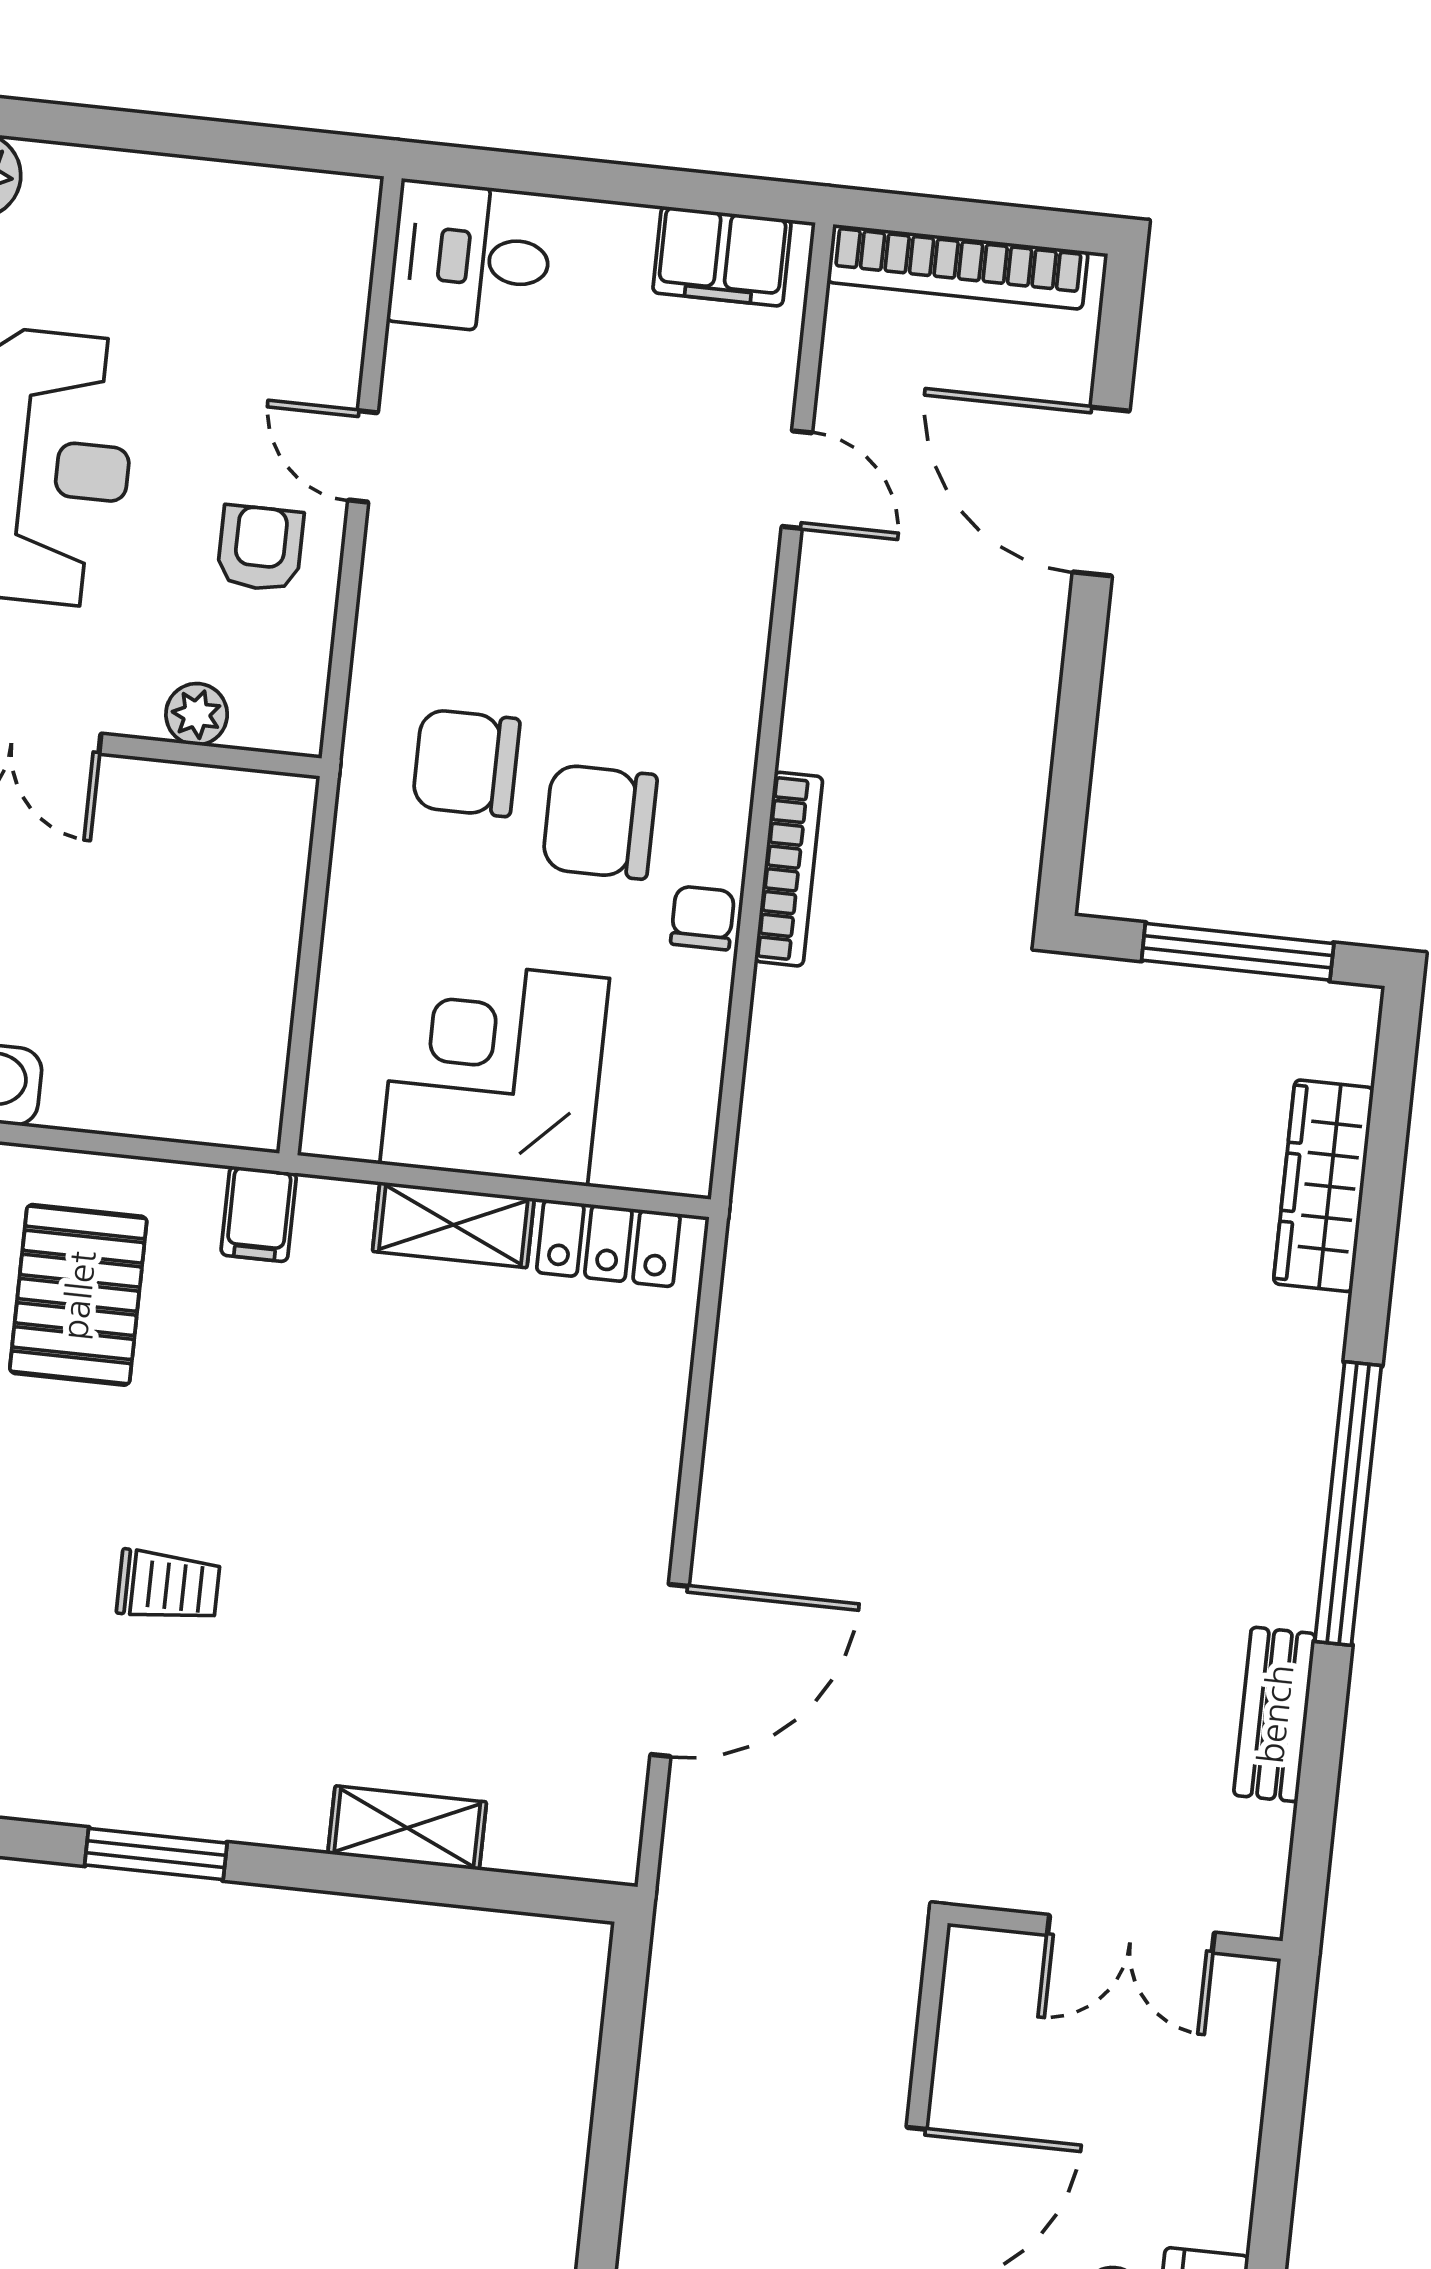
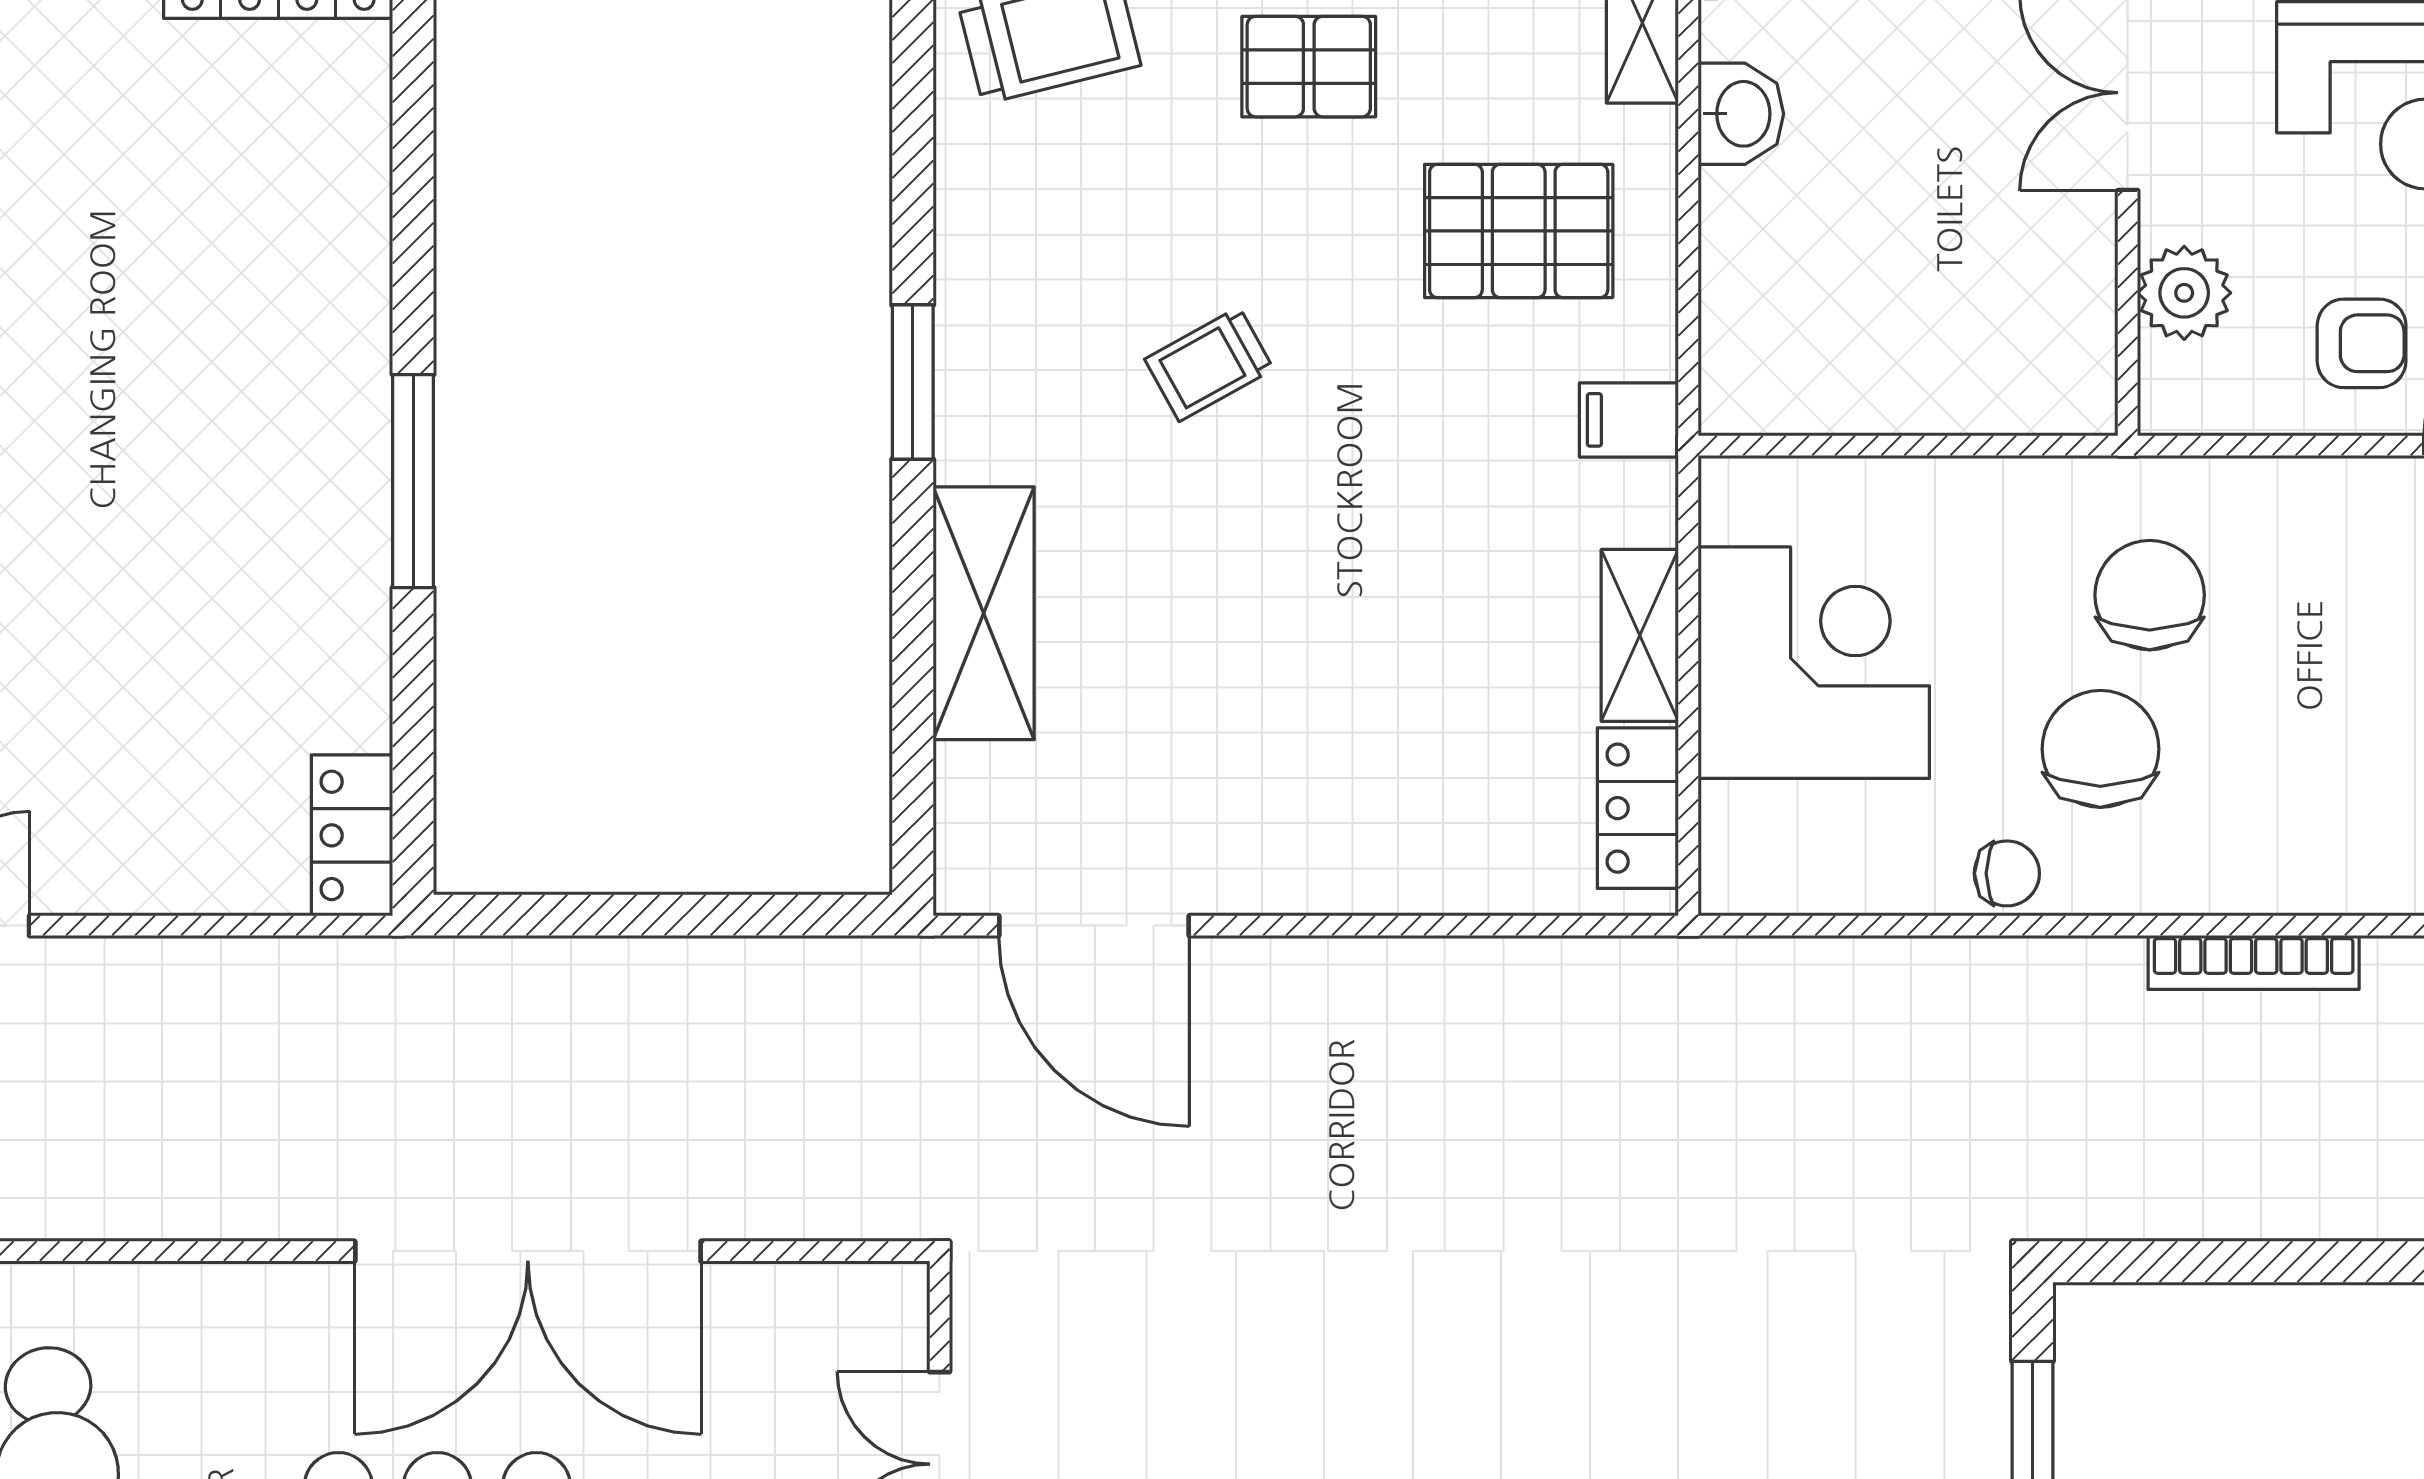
plant: (197, 714) -> (2184, 293), width x1.38, depth x1.38
bookcase: (789, 869) -> (2254, 962), moved
trolley: (168, 1586) -> (1209, 364), turned 61
door: (670, 1670) -> (1094, 926), moved
shelving: (407, 1828) -> (984, 613), width x1.50, depth x1.33

